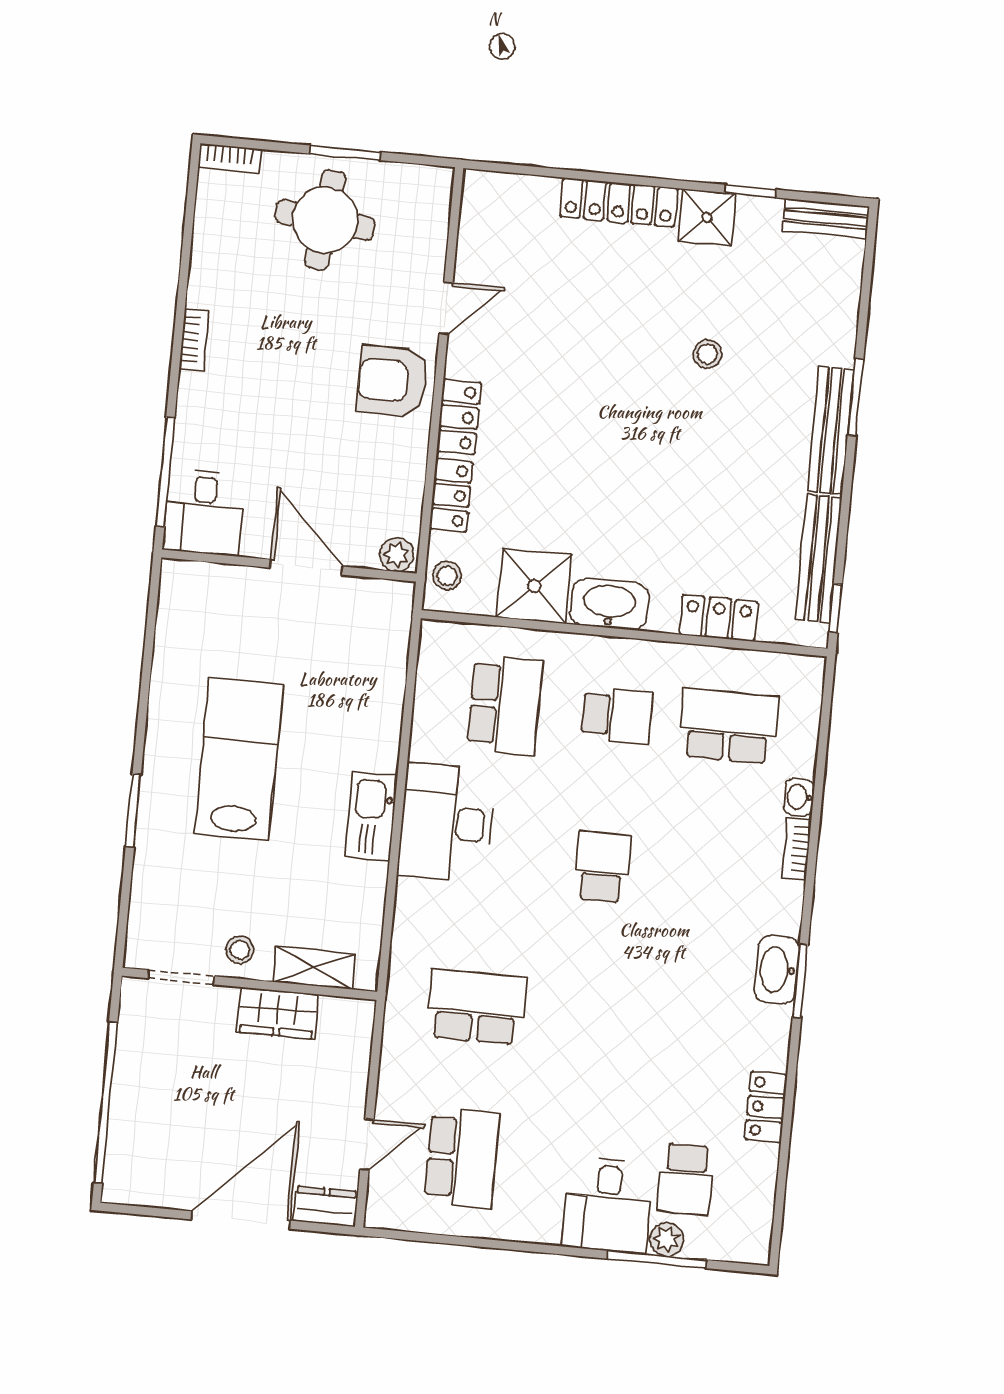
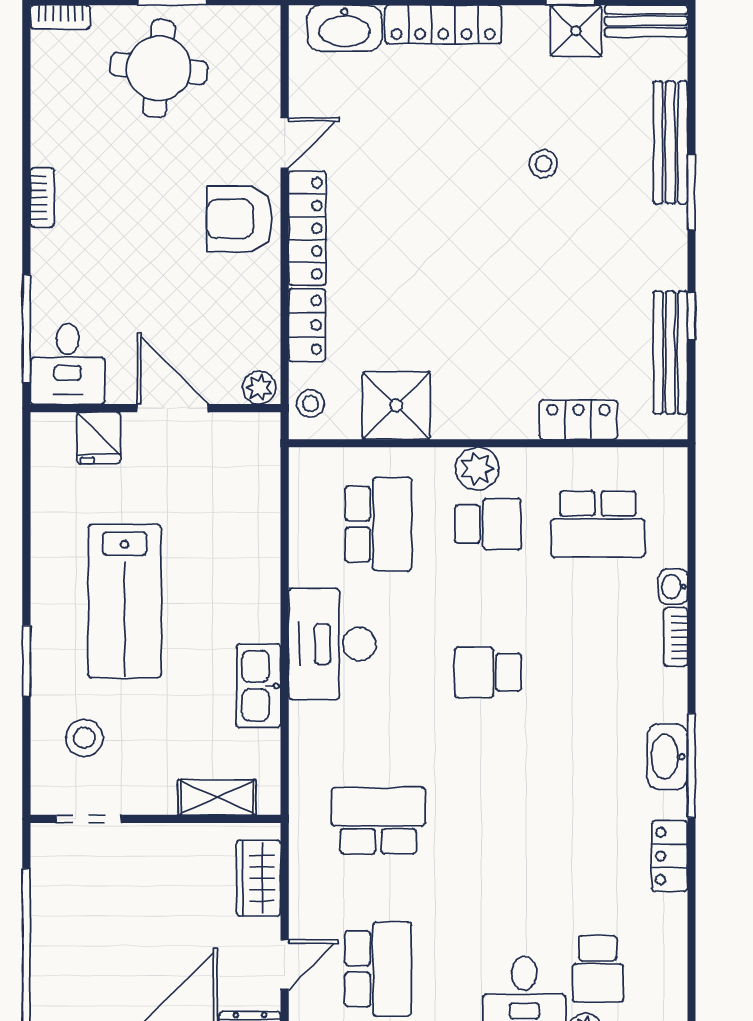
shower: (707, 217) -> (576, 31), moved
locker: (459, 417) -> (307, 228), width x1.53
bench: (831, 430) -> (670, 142), moved
fridge: (228, 590) -> (99, 438), added
washbasin: (609, 604) -> (344, 28), moved, turned 180
window: (836, 608) -> (691, 316), moved
plant: (611, 658) -> (477, 469), added
school desk: (728, 726) -> (598, 524), turned 180
lab bench: (239, 759) -> (125, 601), turned 180
kitchen sink: (371, 816) -> (259, 686), moved
school desk: (602, 867) -> (488, 672), turned -90
stool: (240, 950) -> (84, 738), moved, width x1.37, depth x1.37
window: (800, 981) -> (691, 765), width x1.44
wardrobe: (278, 1013) -> (259, 878), moved, turned 90
locker: (766, 1107) -> (670, 856), moved

